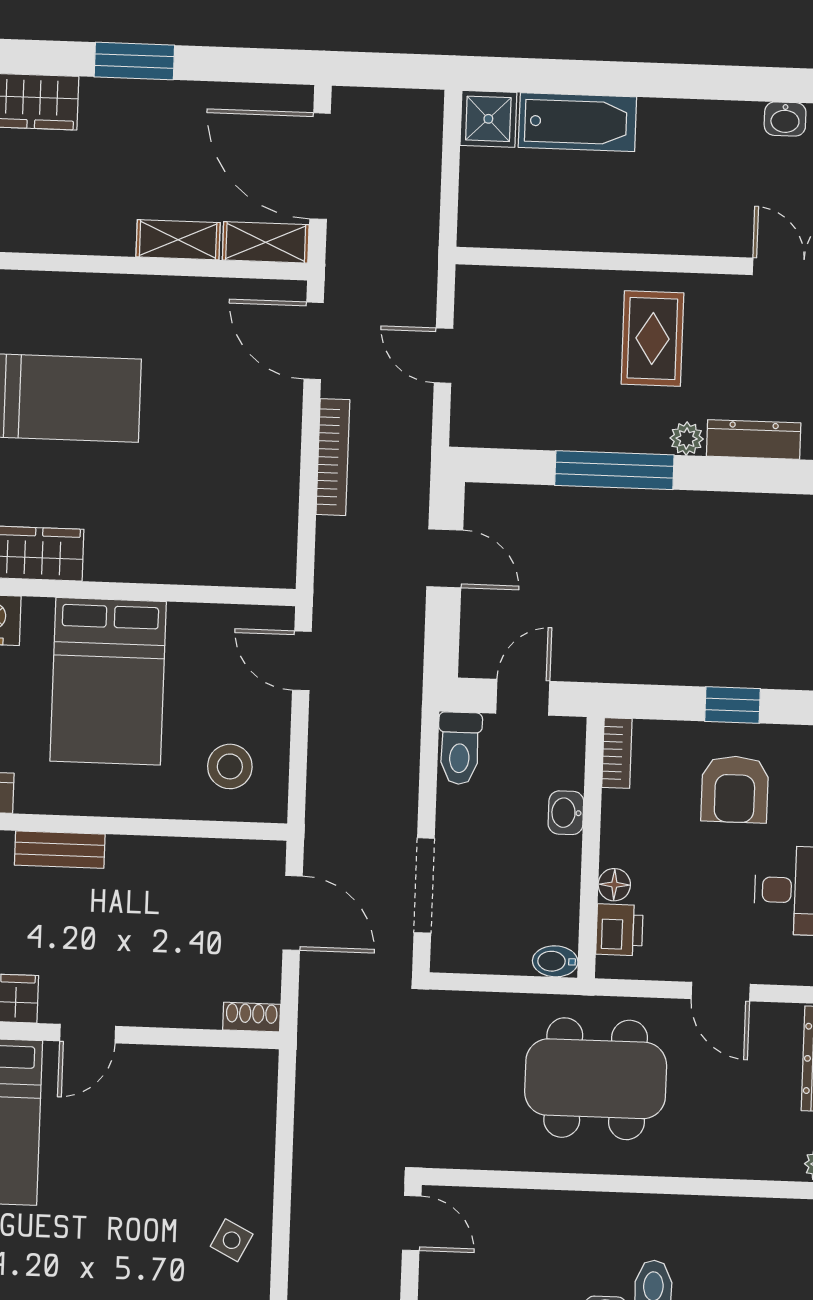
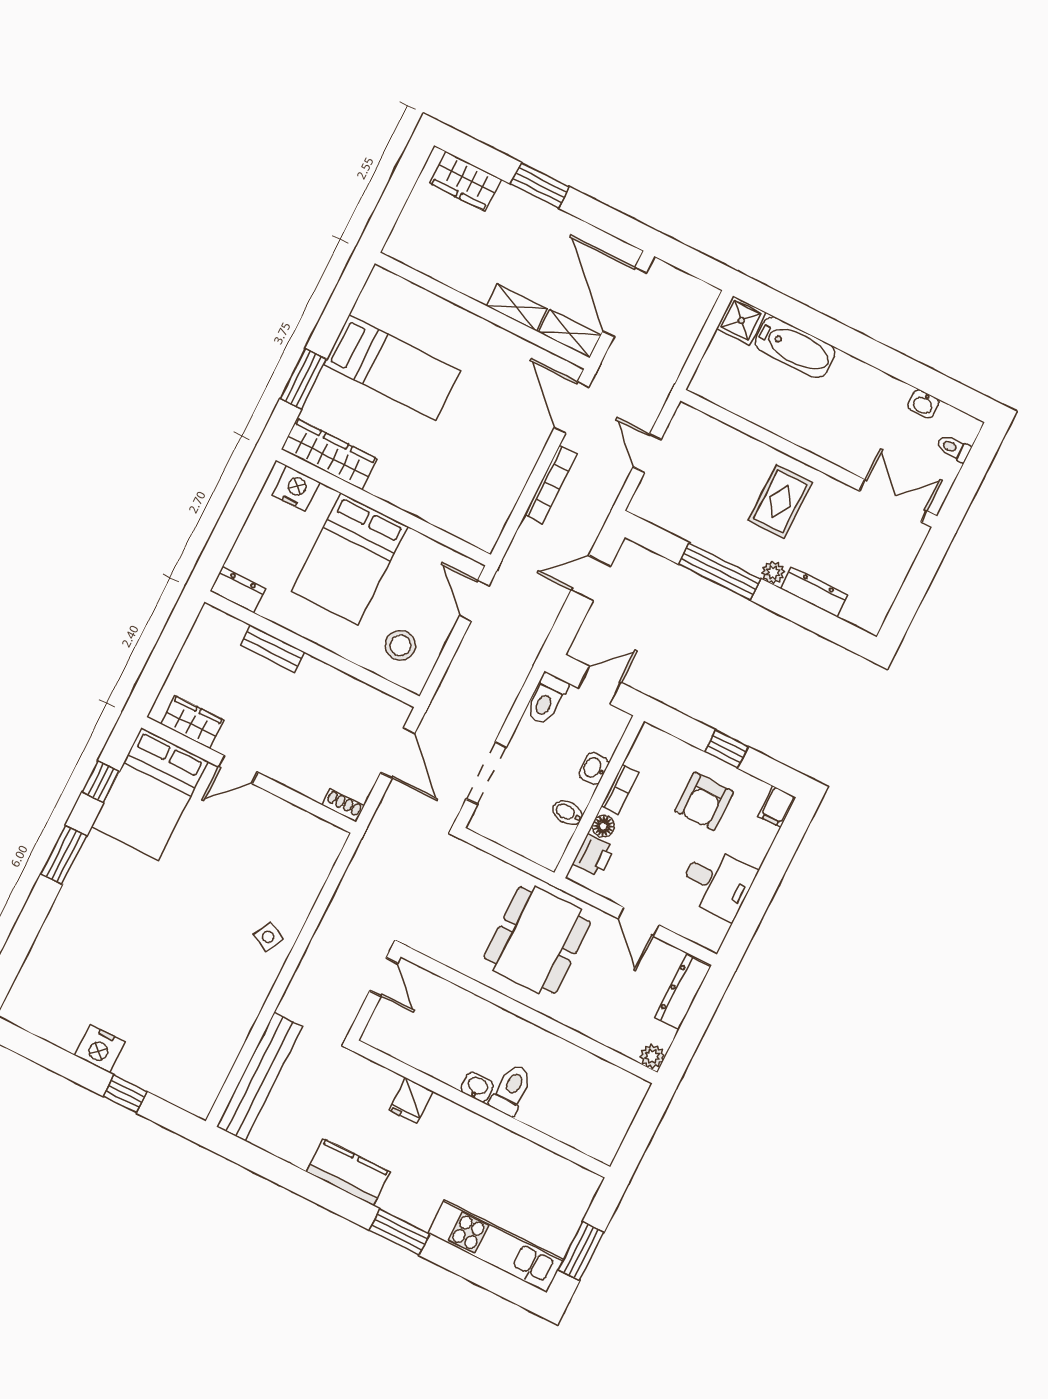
door: (445, 558) -> (591, 578), swing flipped
bookcase: (617, 753) -> (620, 789), moved
bidet: (555, 961) -> (567, 813), moved
dining table: (596, 1079) -> (537, 940), turned 90

